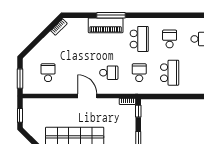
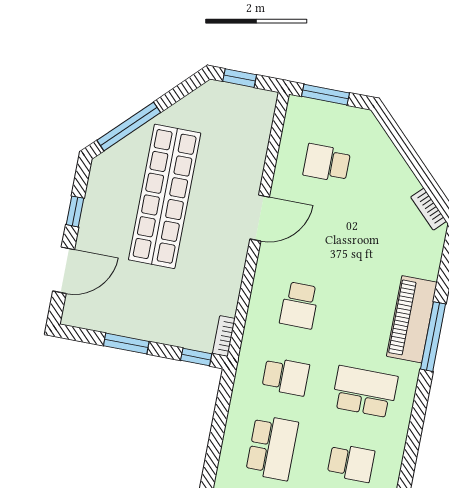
school desk: (139, 39) -> (365, 392), turned 180
school desk: (48, 73) -> (327, 163), turned 180
school desk: (170, 73) -> (272, 448), turned -90
door: (87, 96) -> (260, 218), moved

